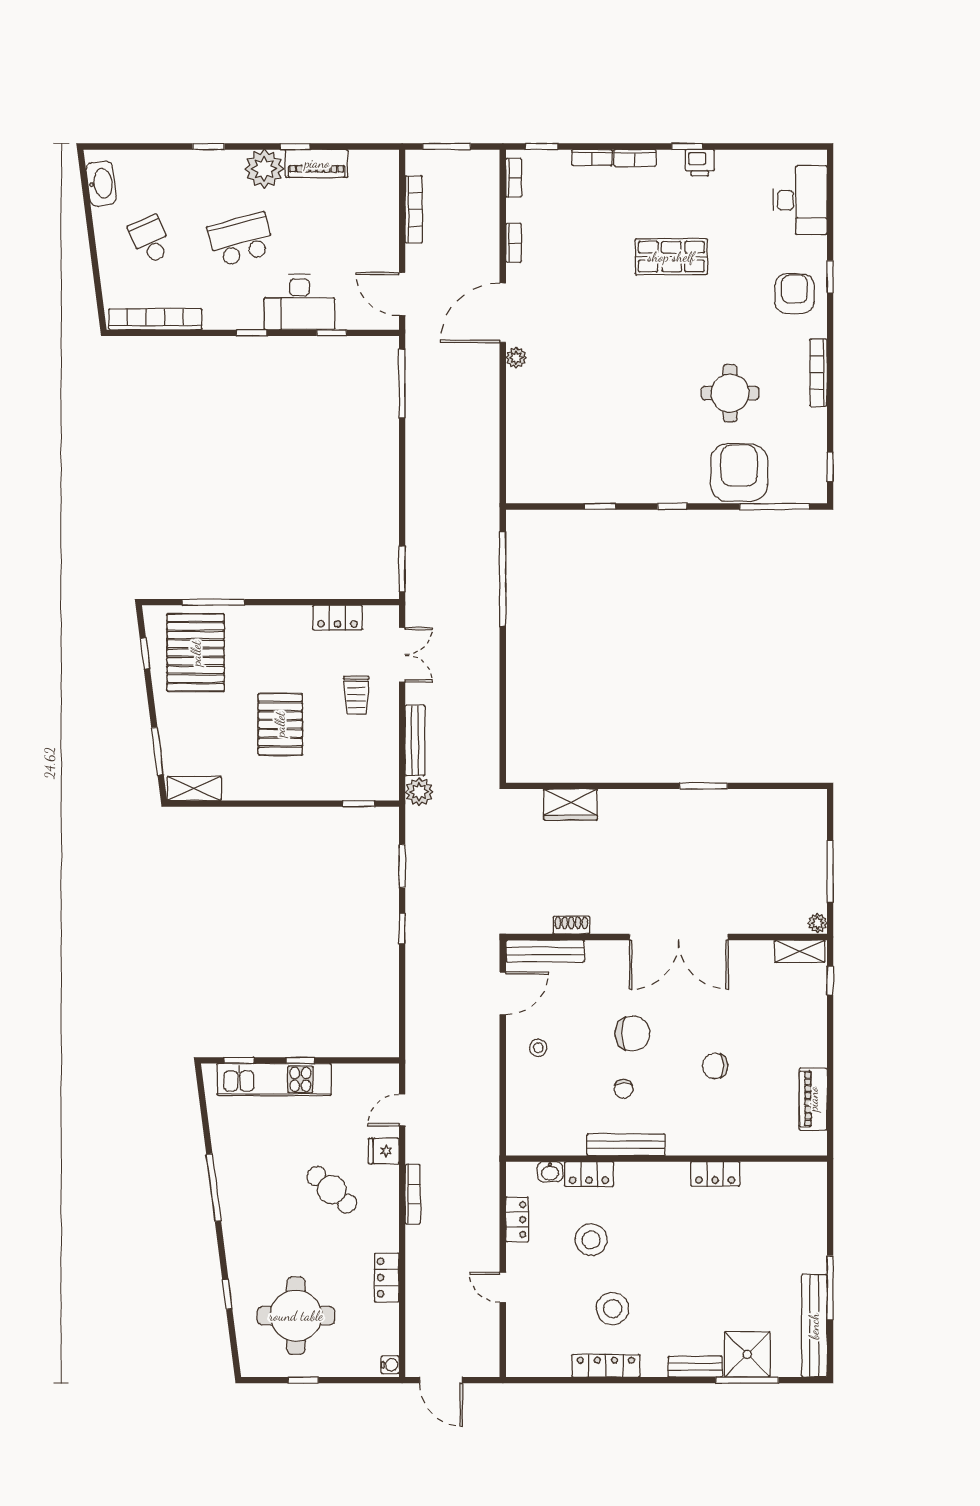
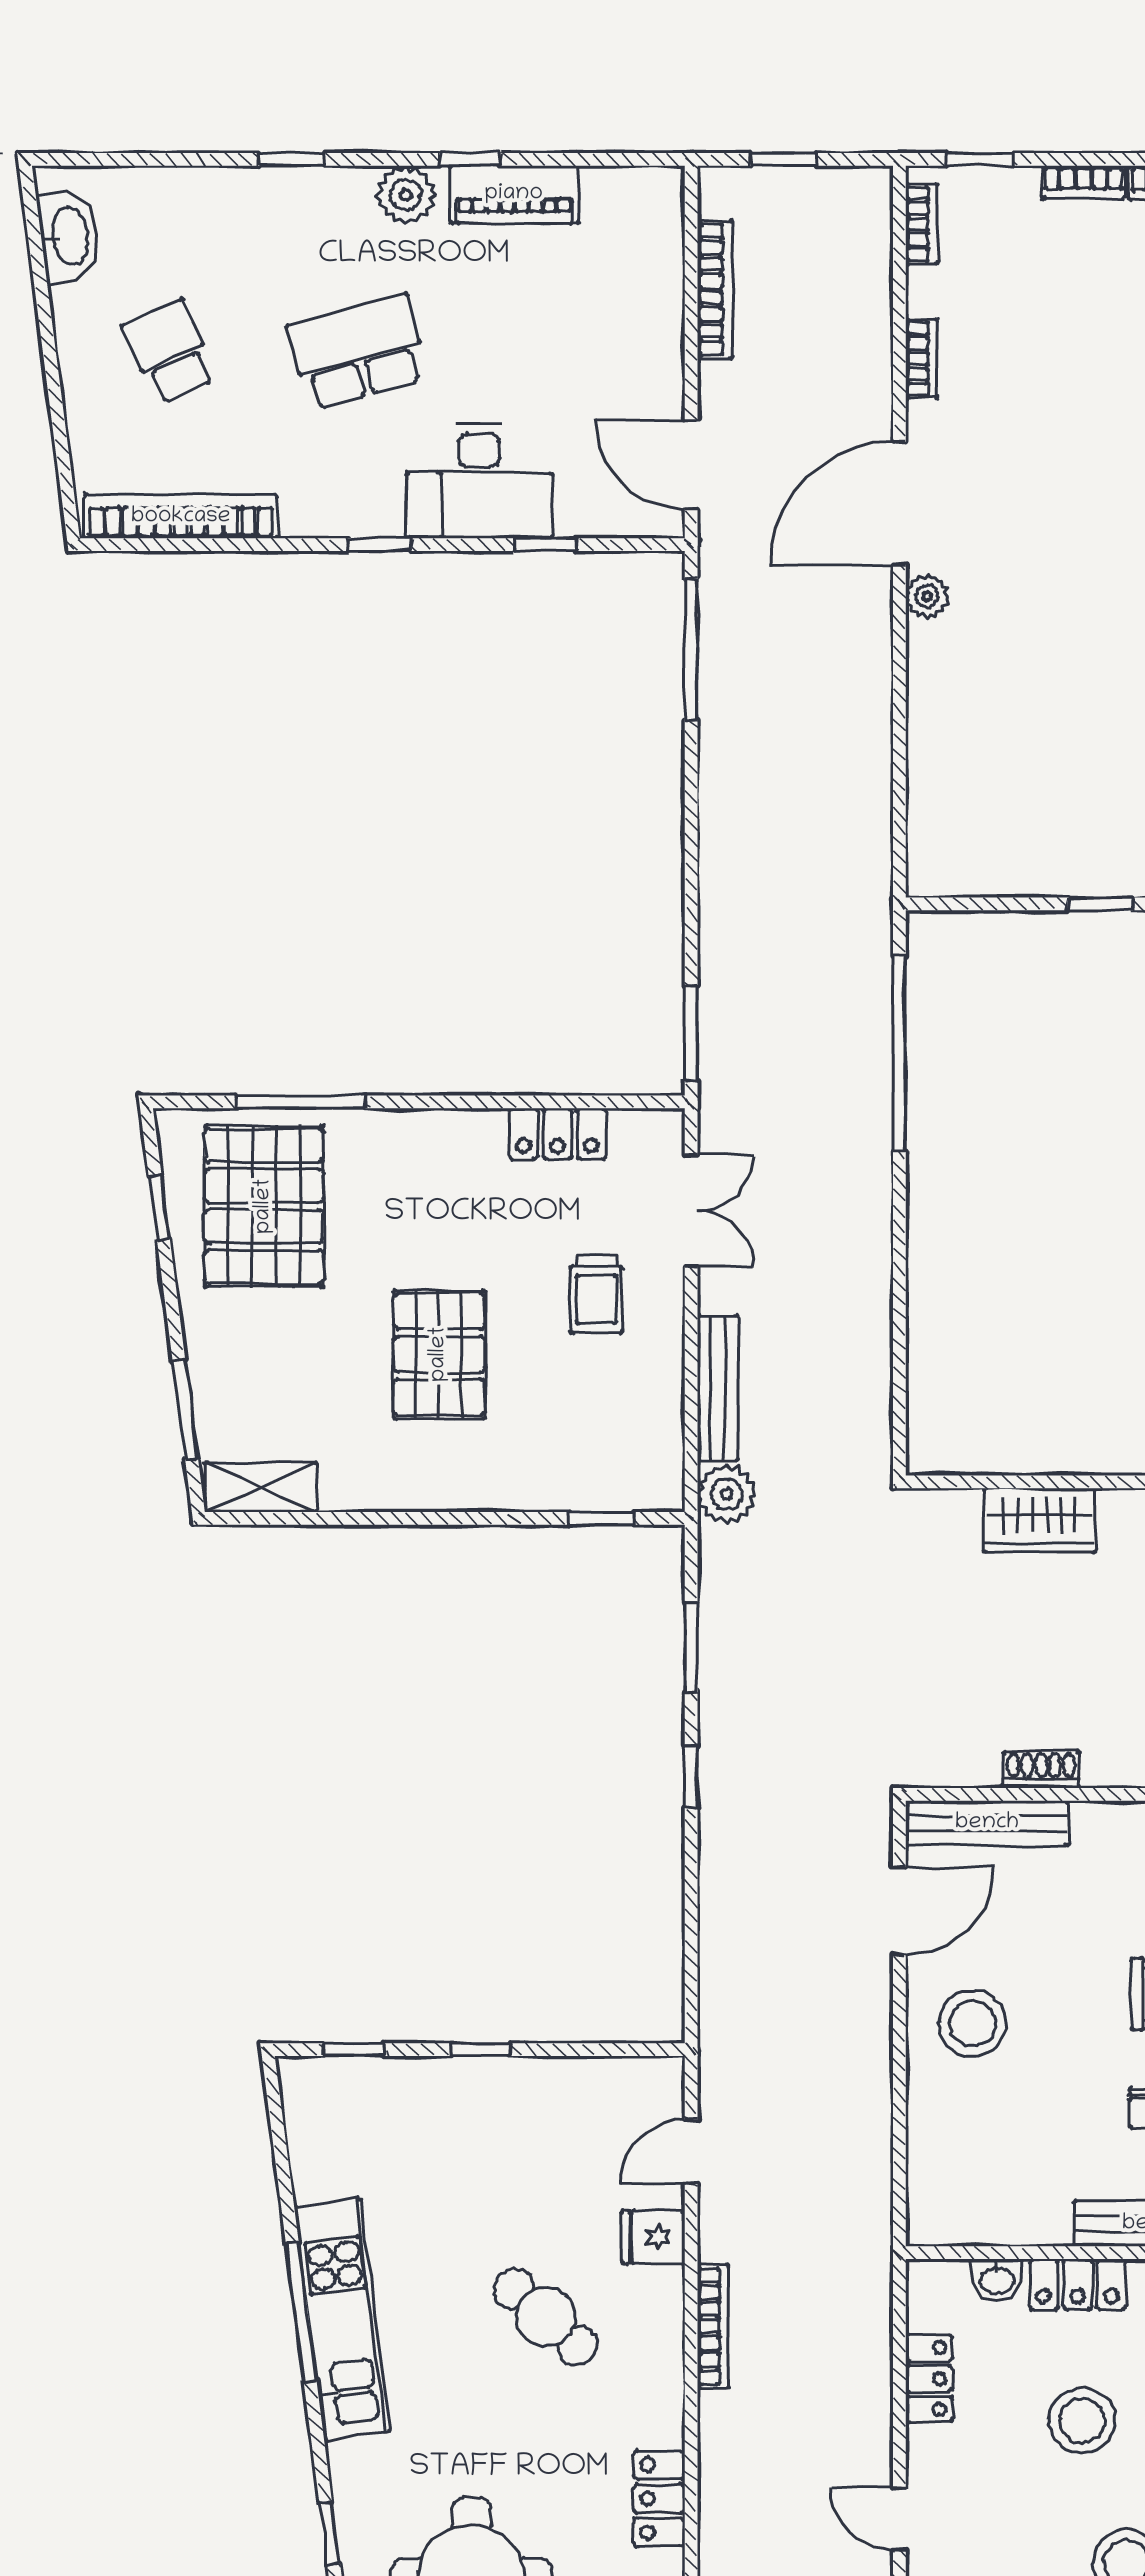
window: (447, 146) -> (784, 159), width x0.67
plant: (264, 169) -> (406, 195), width x0.73, depth x0.73
stool: (538, 1048) -> (973, 2023), width x1.89, depth x1.89
kitchen unit: (274, 1079) -> (342, 2319), moved, turned -97

